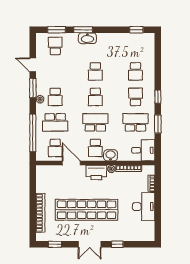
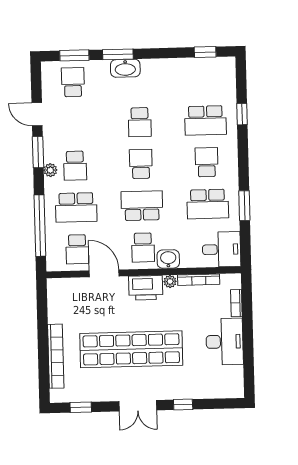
school desk: (135, 71) -> (205, 120), width x1.85
school desk: (95, 97) -> (141, 164), turned 180
window: (158, 97) -> (242, 114), moved
school desk: (135, 122) -> (208, 204), turned 180

